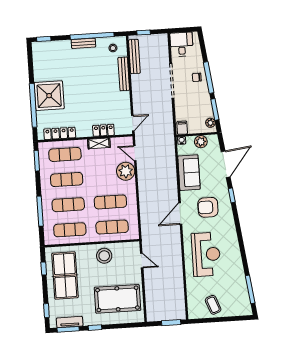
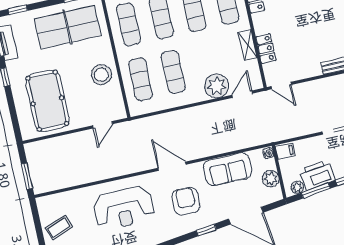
printer: (203, 107) -> (317, 175), added

